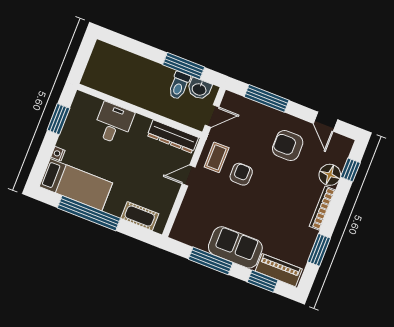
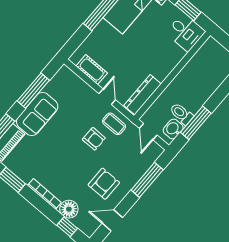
desk: (113, 123) -> (186, 32), moved
cot: (140, 216) -> (92, 70), moved, turned 90

